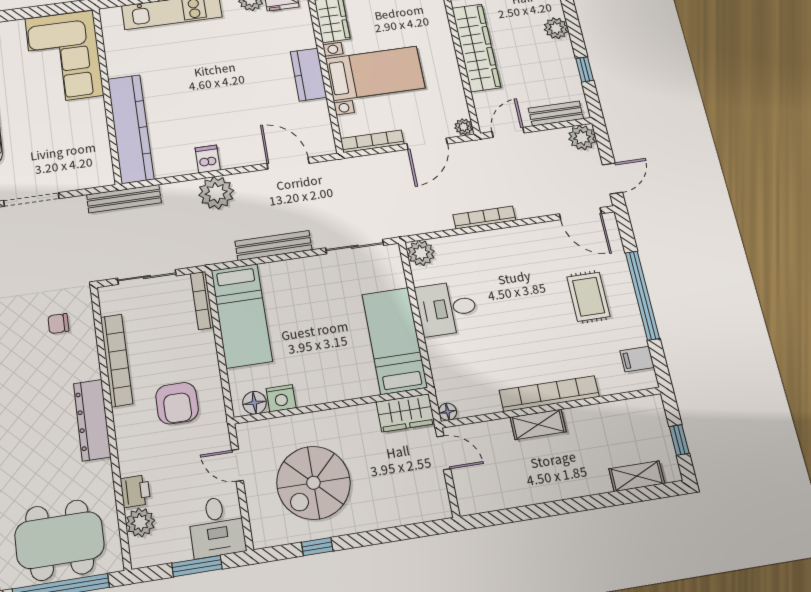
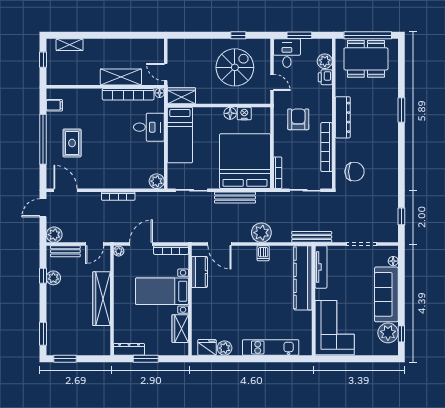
plant: (556, 28) -> (53, 278), moved
kitchen counter: (309, 74) -> (199, 272), moved
tv unit: (101, 151) -> (321, 267), added
desk: (447, 308) -> (149, 127), moved
bed: (242, 316) -> (245, 161), width x2.04
chair: (58, 324) -> (355, 172), width x1.87, depth x1.87
bookcase: (549, 394) -> (128, 94), moved
floor lamp: (254, 403) -> (230, 113), moved
shelving: (538, 424) -> (121, 77), width x1.50, depth x1.33

